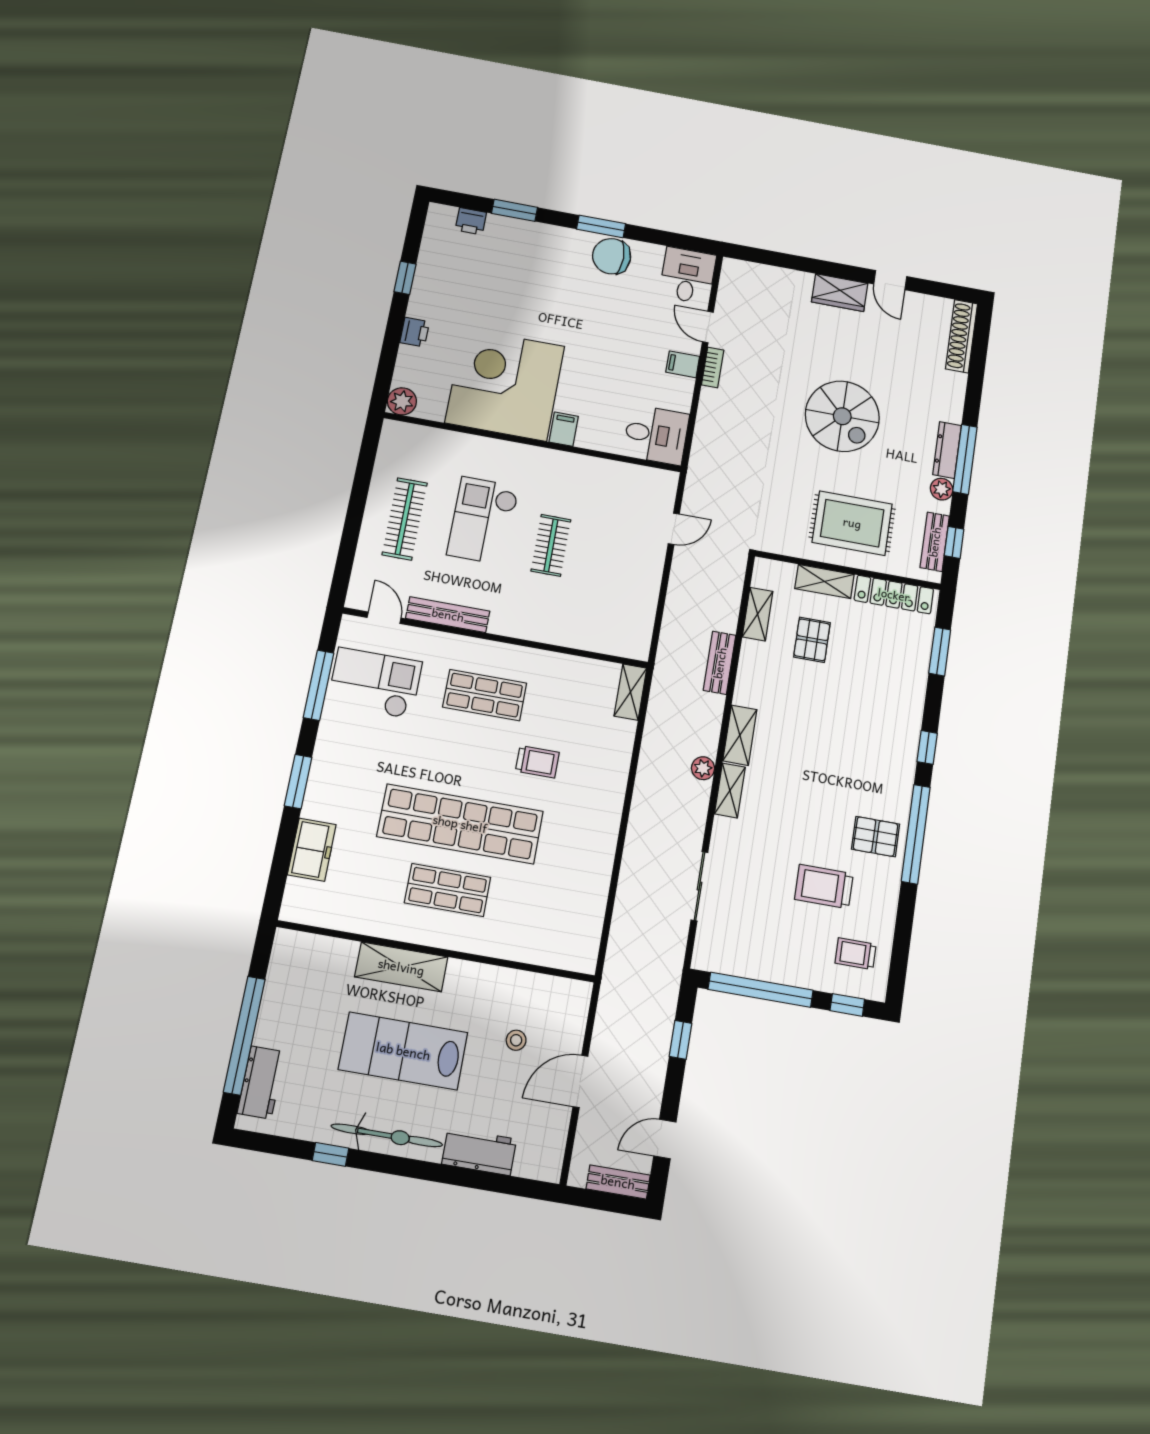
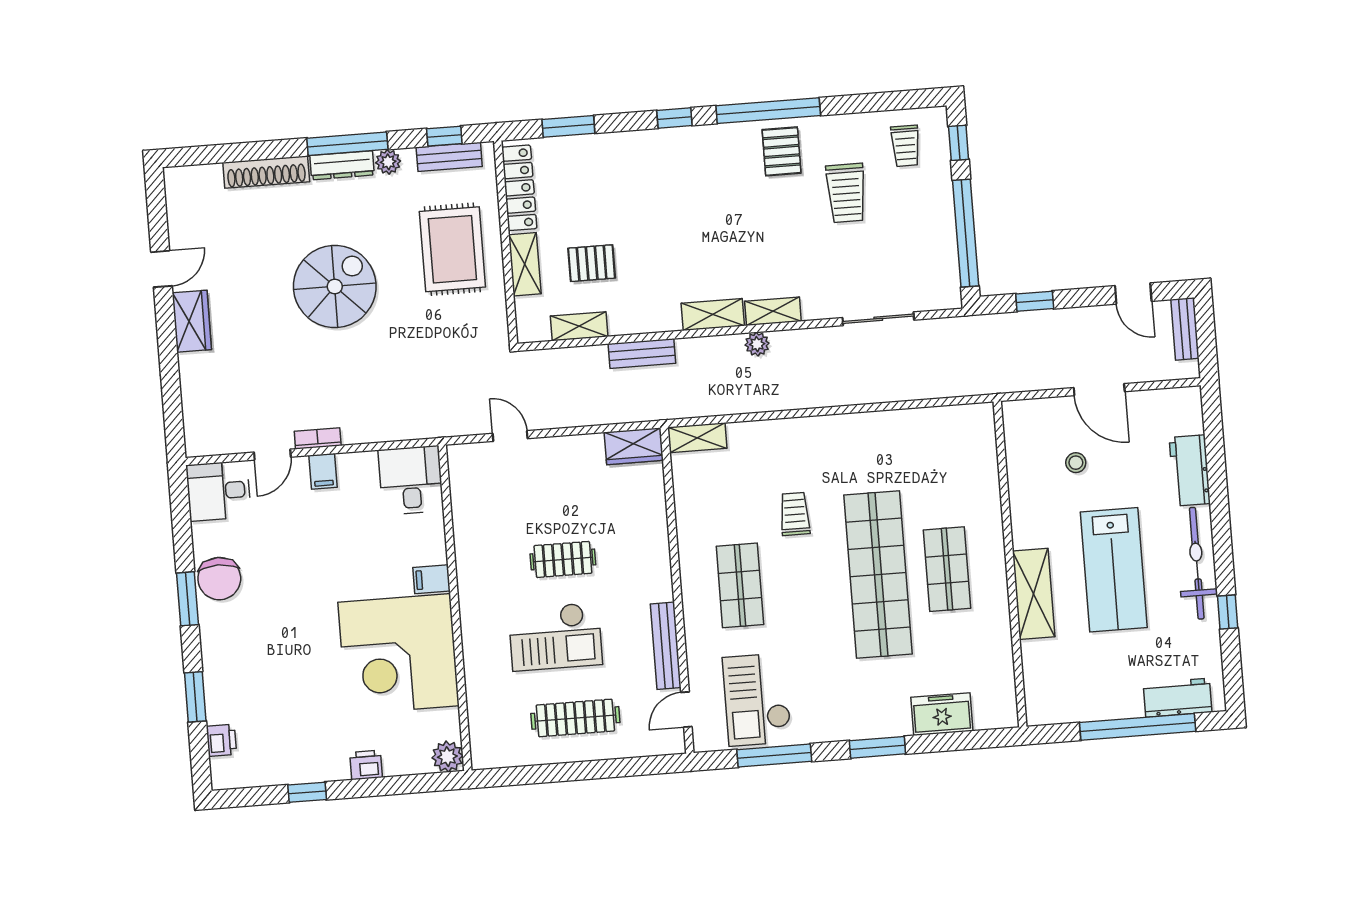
shoe rack: (961, 336) -> (266, 172), moved
wardrobe: (637, 634) -> (634, 446), added

